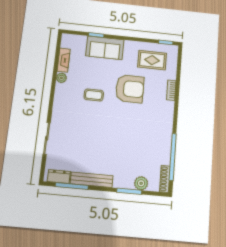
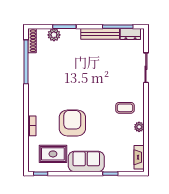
sofa: (105, 48) -> (86, 161), moved
fireplace: (64, 60) -> (139, 157), moved
armchair: (130, 89) -> (72, 123), turned 90
coffee table: (94, 95) -> (125, 108), moved

